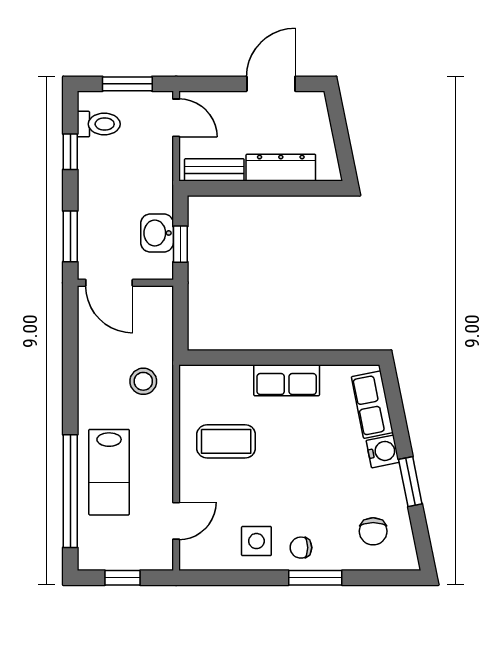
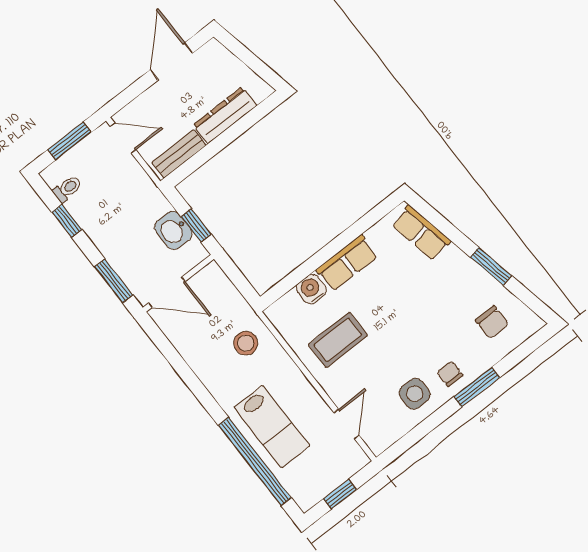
toilet: (99, 124) -> (67, 189), width x0.73, depth x0.72
water cooler: (383, 451) -> (311, 289), moved, turned -79
chair: (301, 548) -> (450, 374), turned 90

